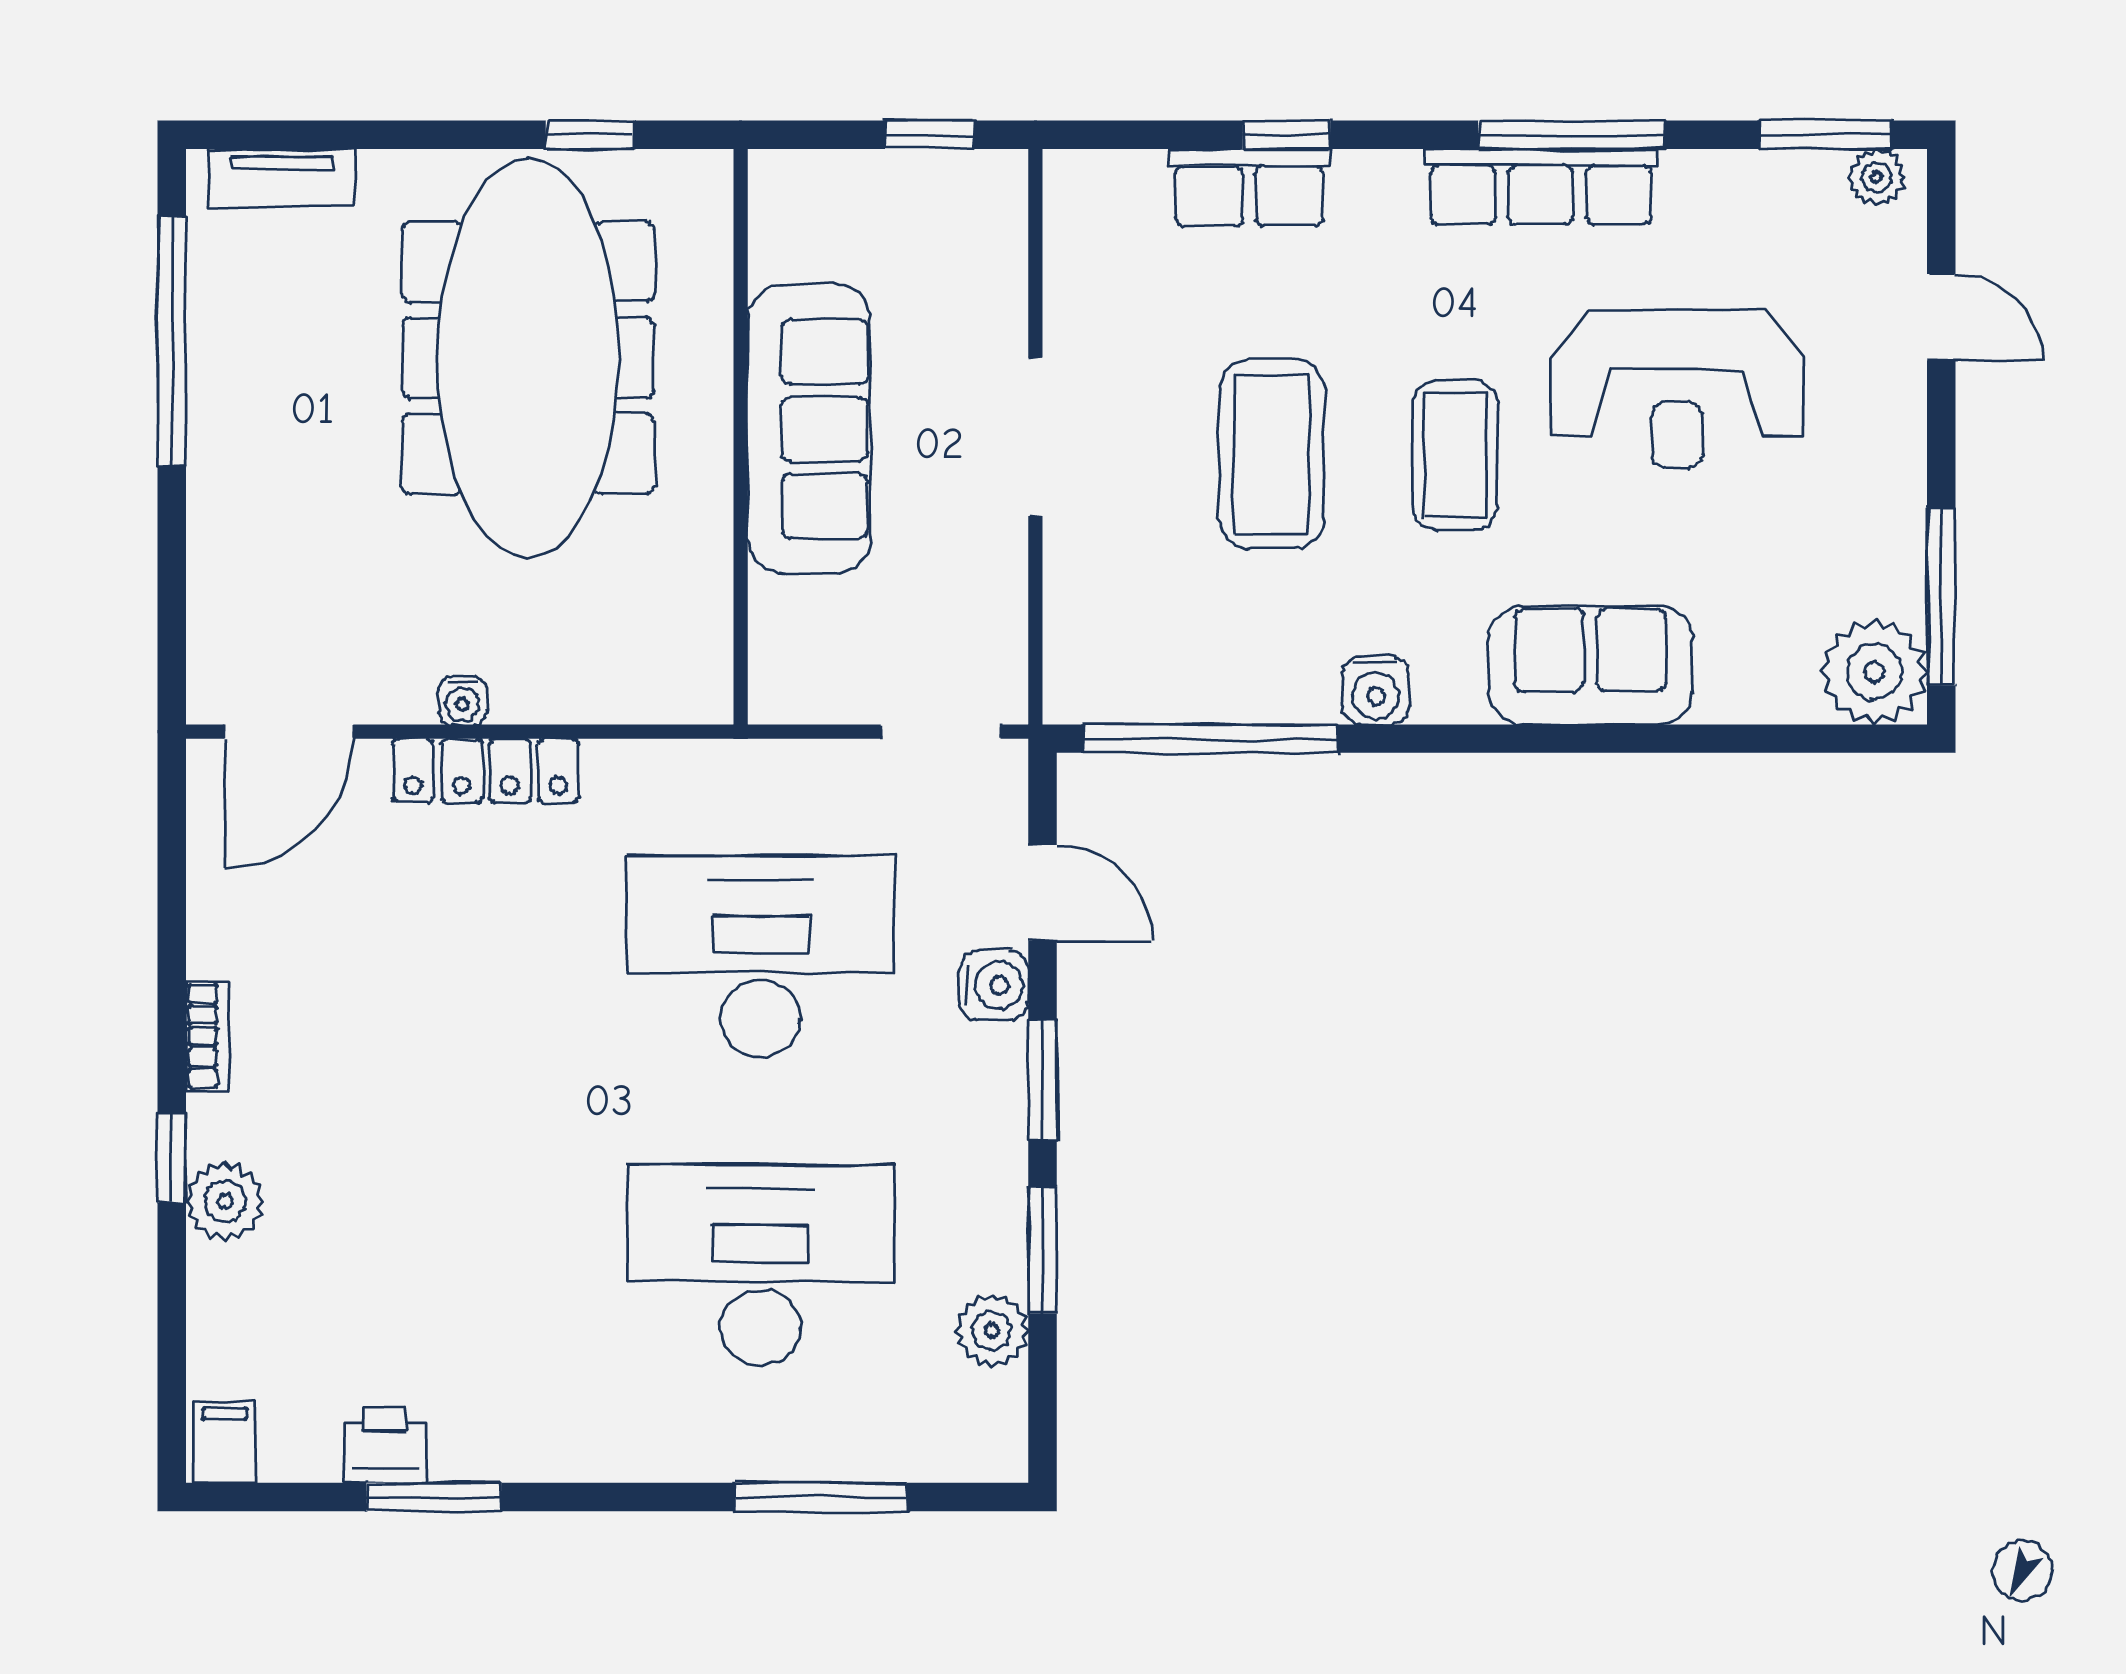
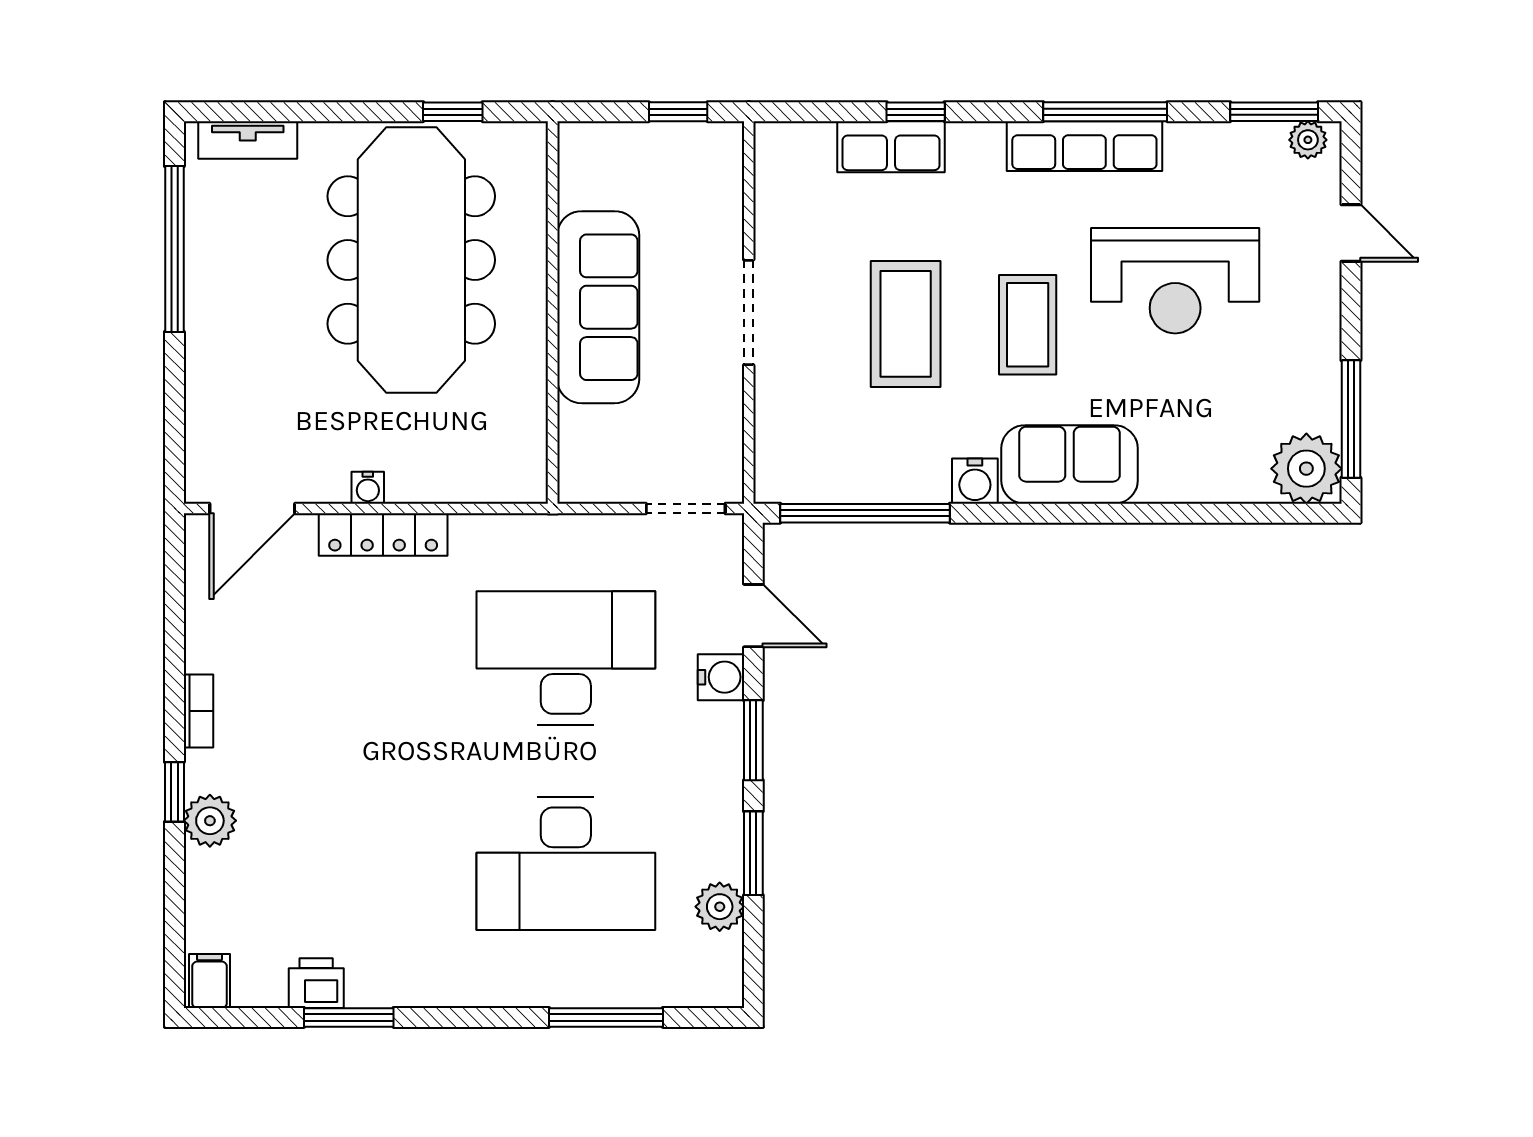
sofa: (1591, 665) -> (1070, 464), moved
desk: (760, 1265) -> (566, 863), turned 180

